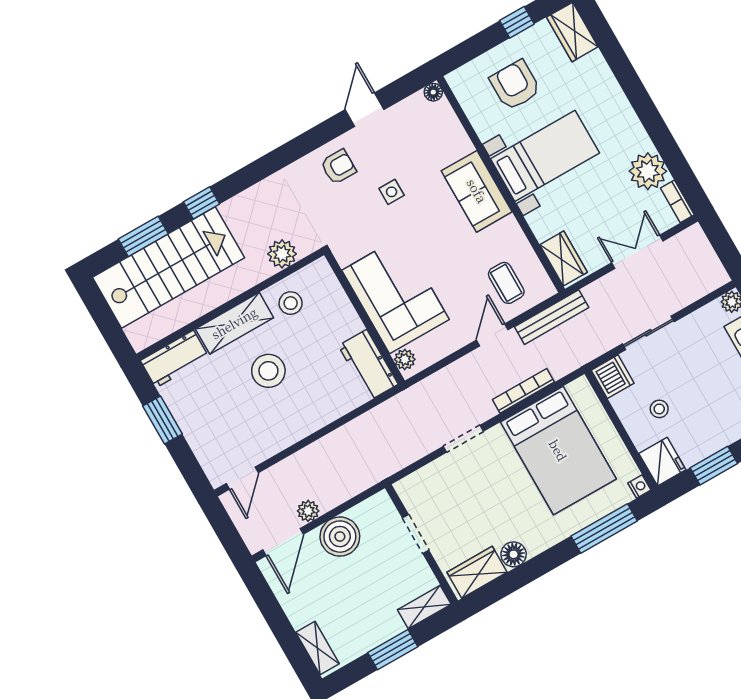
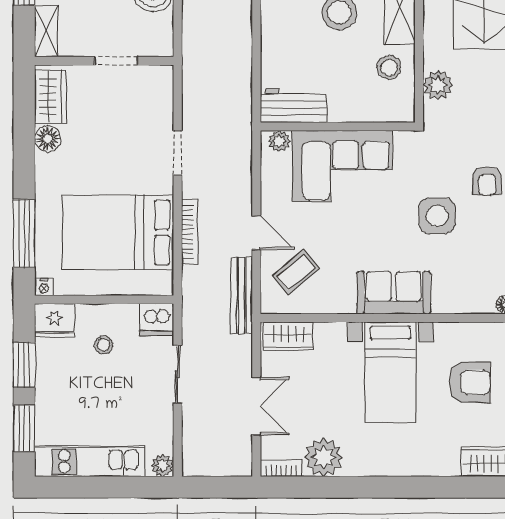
side table: (392, 192) -> (437, 216), width x1.87, depth x1.87
coffee table: (506, 283) -> (296, 272), turned -40

